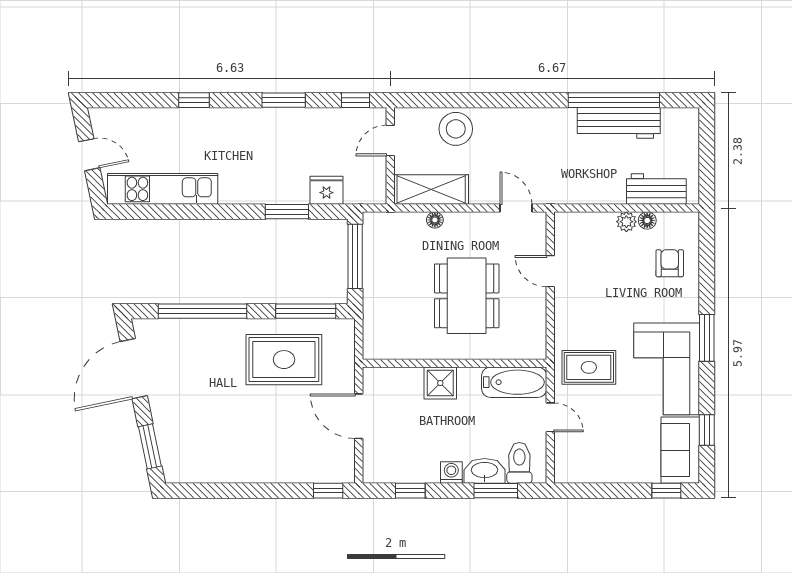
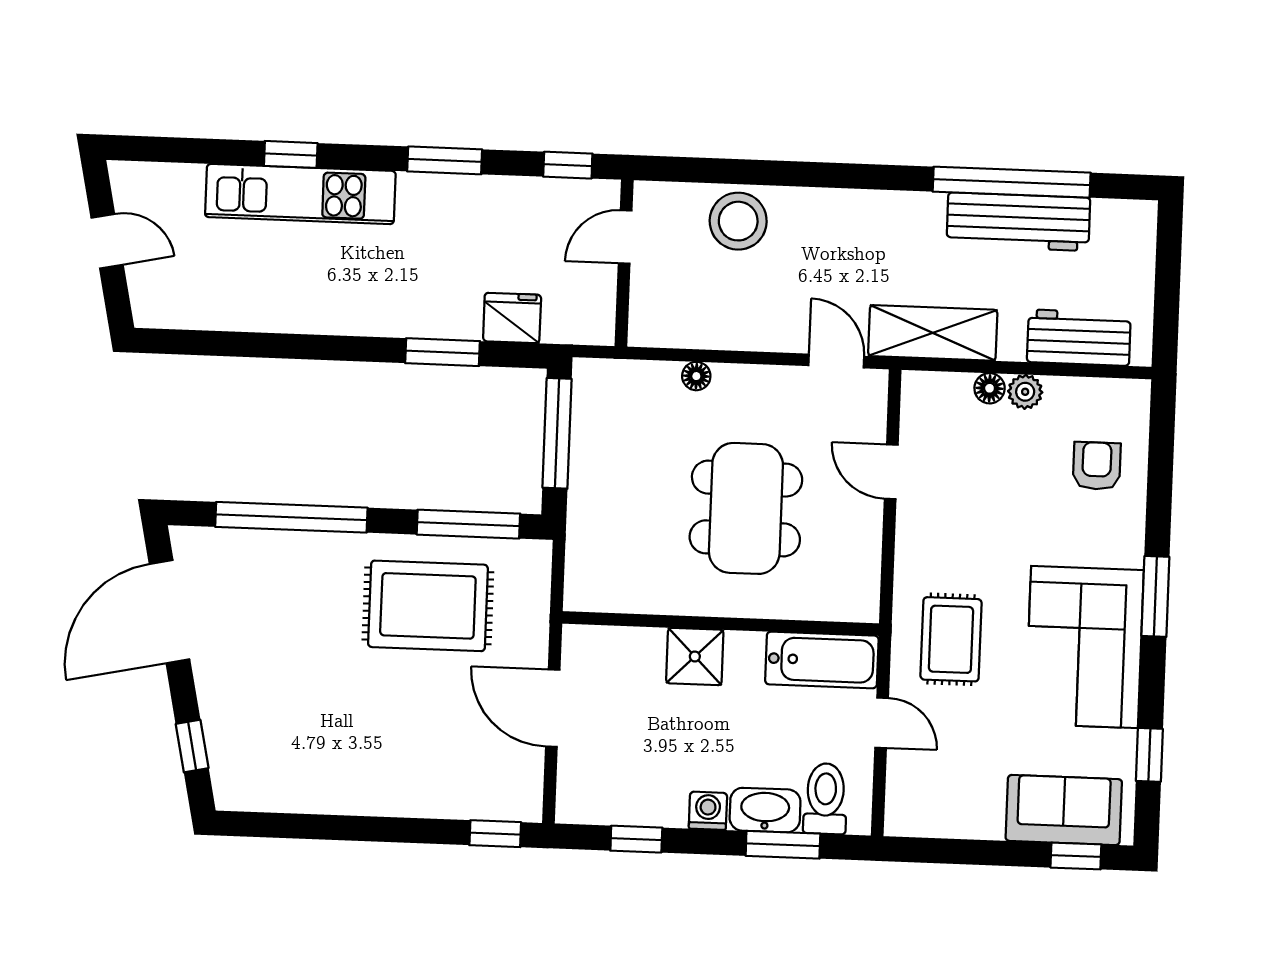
kitchen unit: (163, 189) -> (300, 194), moved, turned 180
shelving: (431, 190) -> (933, 333), moved
floor lamp: (647, 220) -> (990, 388), moved
rug: (589, 367) -> (951, 639), turned 90
window: (150, 446) -> (192, 746), width x0.67
sofa: (680, 450) -> (1064, 810), moved, turned 90

